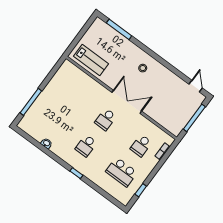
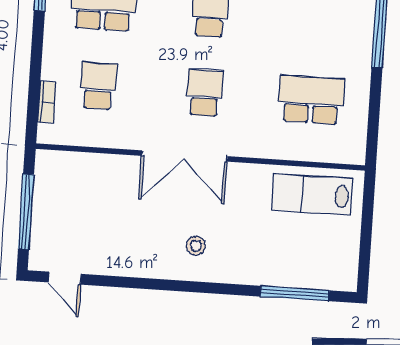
school desk: (70, 93) -> (311, 100), added

